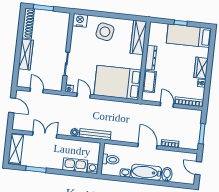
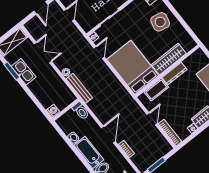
wardrobe: (138, 37) -> (169, 59), moved
toilet: (110, 160) -> (81, 111), moved
kitchen sink: (75, 165) -> (23, 72), moved

